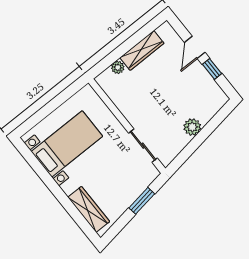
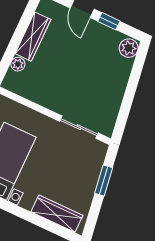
plant: (192, 127) -> (129, 48), moved

